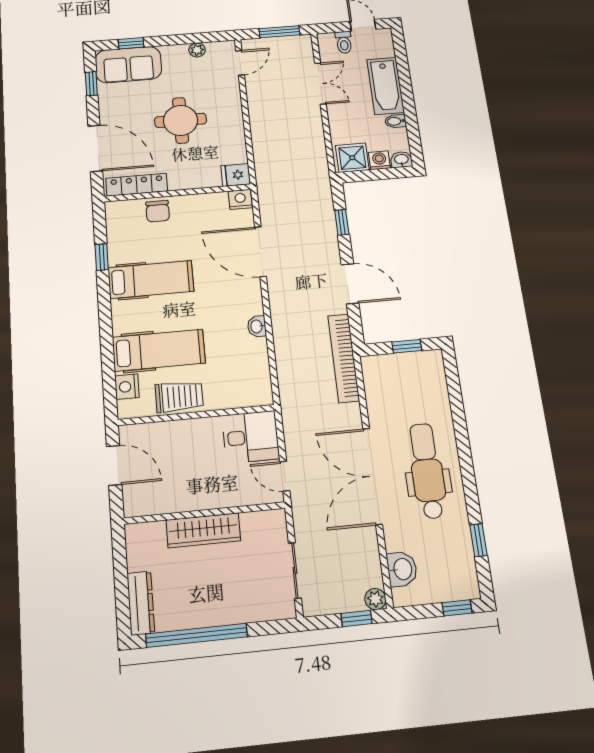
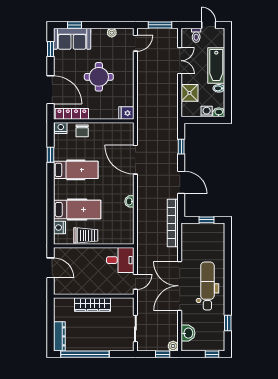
shower: (352, 158) -> (189, 93), moved
nightstand: (240, 199) -> (61, 128), moved
door: (285, 476) -> (135, 282), swing flipped

